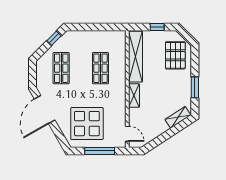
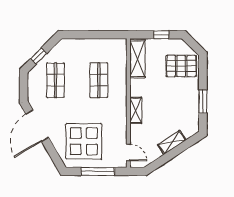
window: (54, 38) -> (39, 56), moved
pallet: (175, 55) -> (181, 66), turned 90
shelving: (136, 57) -> (137, 59), width x0.68
shelving: (178, 117) -> (172, 142), moved

